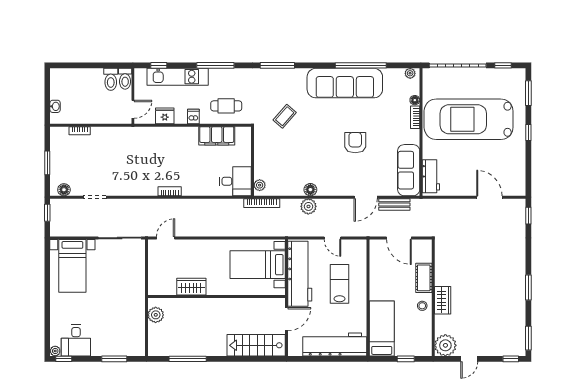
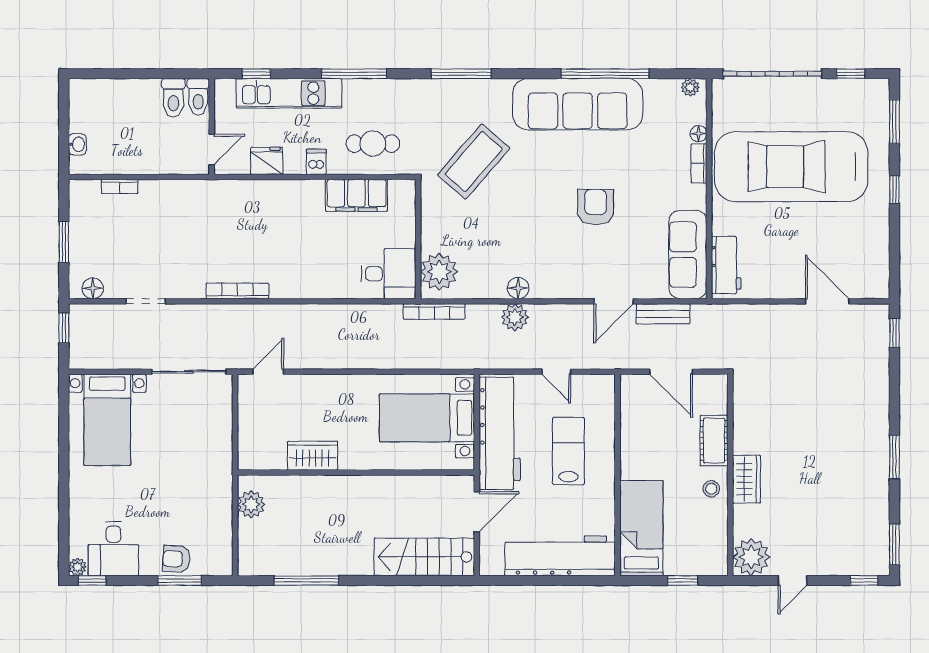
coffee table: (285, 116) -> (474, 161), width x1.86, depth x1.72
plant: (260, 185) -> (439, 272), width x1.87, depth x1.87
bookcase: (170, 191) -> (237, 291), moved, width x1.56
armchair: (112, 346) -> (176, 559), added

